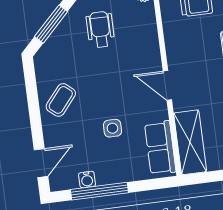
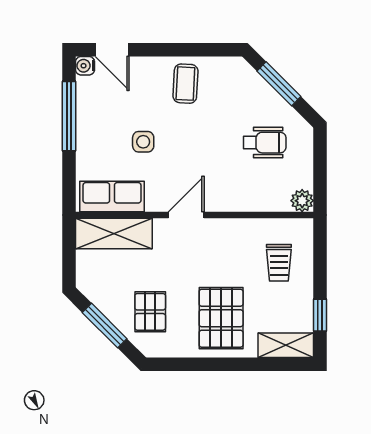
coffee table: (61, 100) -> (185, 84), turned 53
water cooler: (87, 180) -> (85, 66), moved

